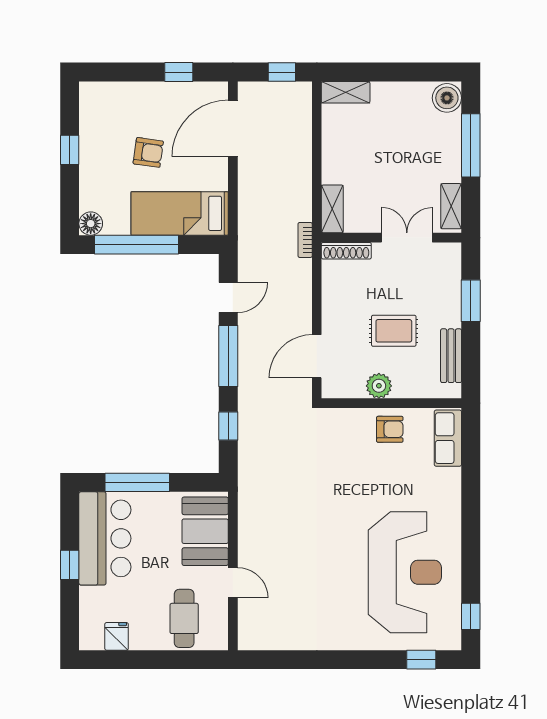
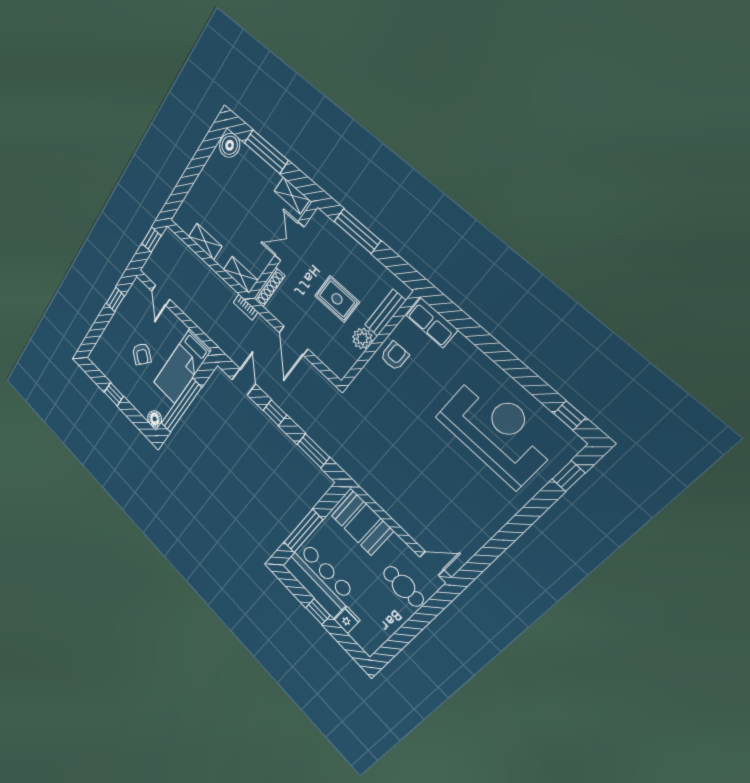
shelving: (346, 92) -> (205, 242), moved, turned 90
door: (233, 128) -> (161, 295), width x0.53
armchair: (148, 152) -> (142, 354), turned 121
window: (471, 301) -> (357, 231), width x1.44
rug: (394, 331) -> (337, 299), turned 90
window: (228, 356) -> (275, 413), width x0.46
door: (317, 356) -> (293, 341), moved
bench: (451, 356) -> (385, 313), moved, turned 90
window: (228, 426) -> (313, 451), width x1.50
door: (233, 583) -> (432, 563), moved
fridge: (117, 636) -> (347, 620), moved, turned 90

